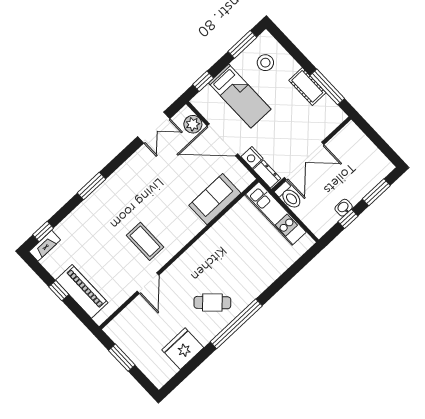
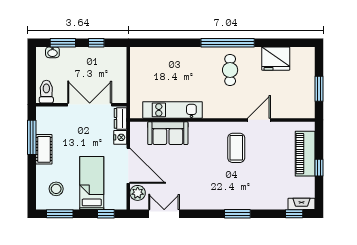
toilet: (289, 196) -> (46, 92), moved
washbasin: (344, 208) -> (52, 52), moved
kitchen unit: (276, 214) -> (172, 110), moved, turned -90
cafe table: (212, 303) -> (230, 70), turned 46

